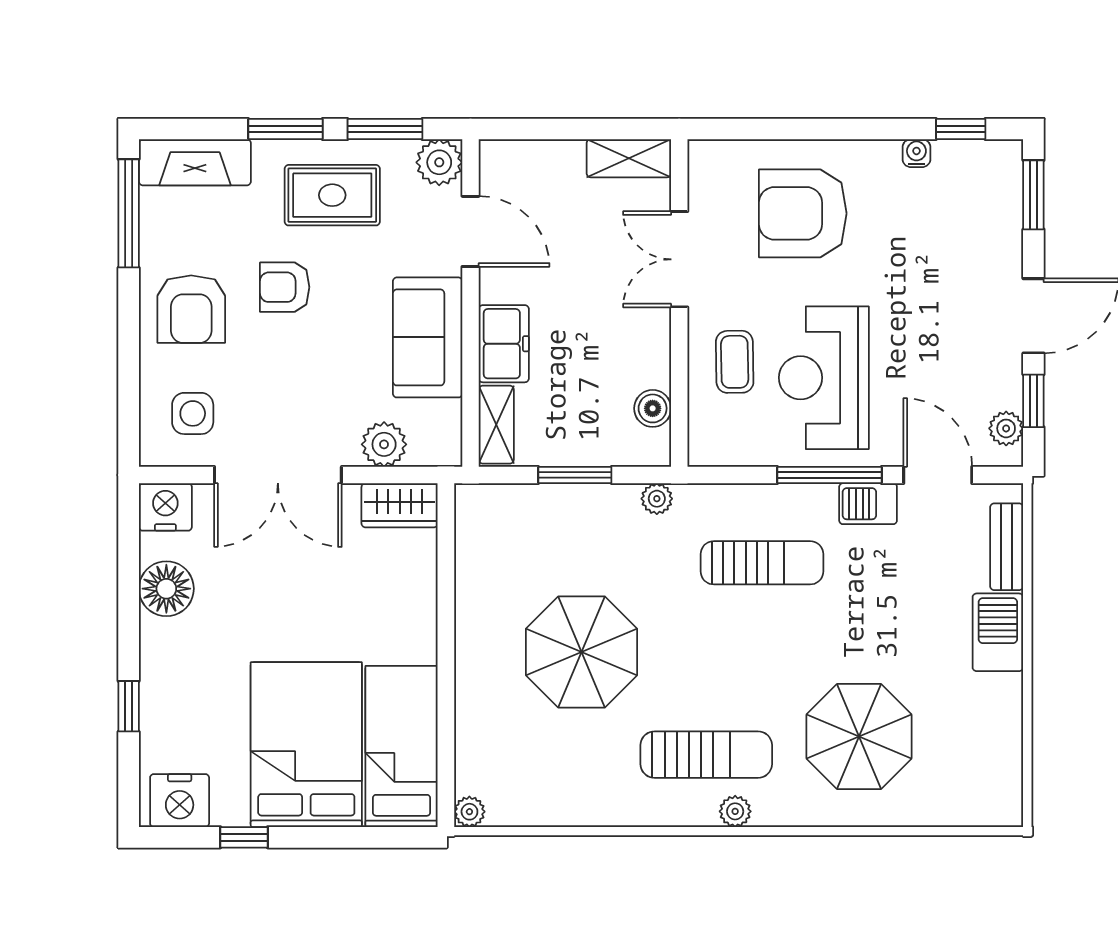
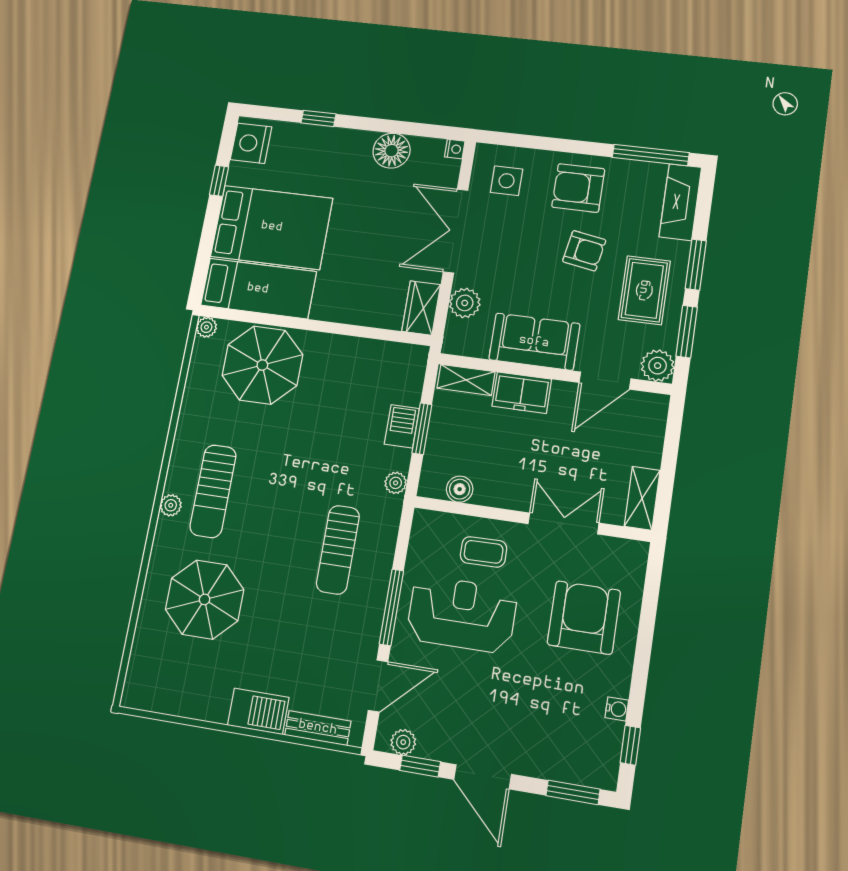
armchair: (285, 287) -> (584, 251), turned 100
barbecue: (868, 504) -> (402, 426), moved
nightstand: (165, 507) -> (455, 149), width x0.53, depth x0.56
parasol: (582, 652) -> (262, 365), moved

